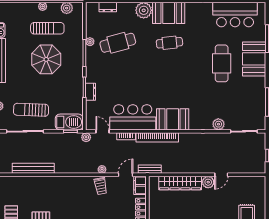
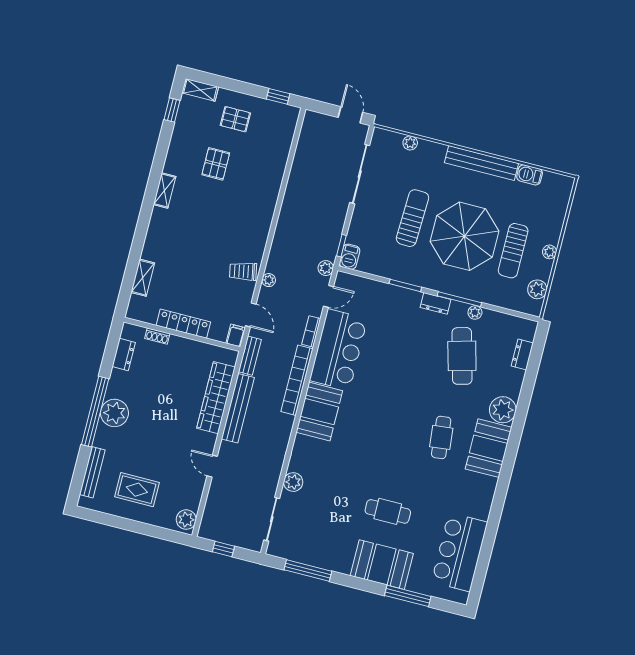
parasol: (46, 59) -> (465, 236), width x1.36, depth x1.36
cafe table: (222, 63) -> (388, 511), width x0.73, depth x0.74
dresser: (91, 92) -> (436, 303), moved
sun lounger: (31, 110) -> (412, 218), moved
barbecue: (69, 122) -> (350, 257), width x0.53, depth x0.65
bench: (33, 168) -> (238, 408), moved
plant: (208, 182) -> (186, 520), moved
filing cabinet: (140, 185) -> (236, 335), width x0.50

